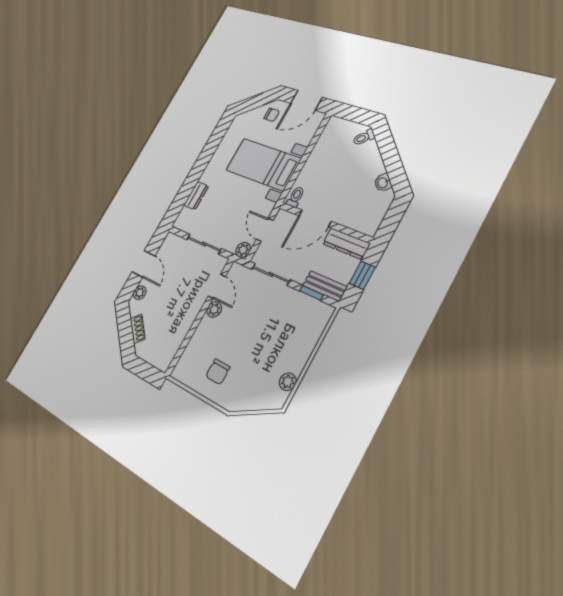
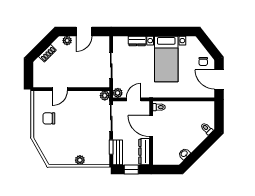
bed with nightstands: (263, 164) -> (166, 59), moved, turned 180
door: (217, 286) -> (60, 89), moved
plant: (214, 309) -> (105, 96), moved
plant: (288, 382) -> (80, 160), moved

